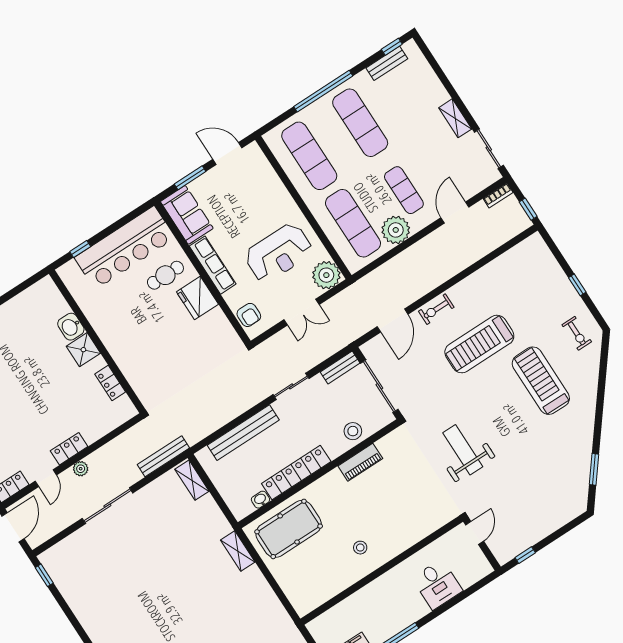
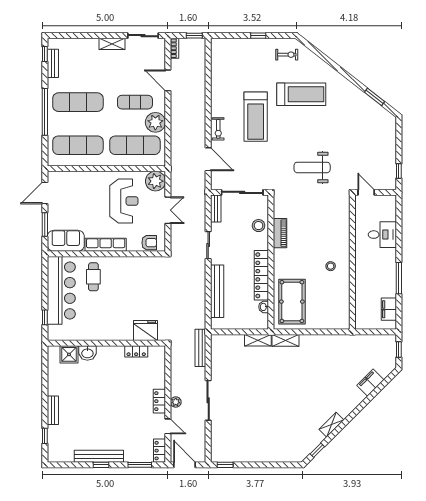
fridge: (197, 298) -> (145, 330), moved, turned 180
shower: (83, 350) -> (69, 354), moved
treadmill: (541, 381) -> (301, 94), turned 180
shelving: (192, 480) -> (258, 340), moved

